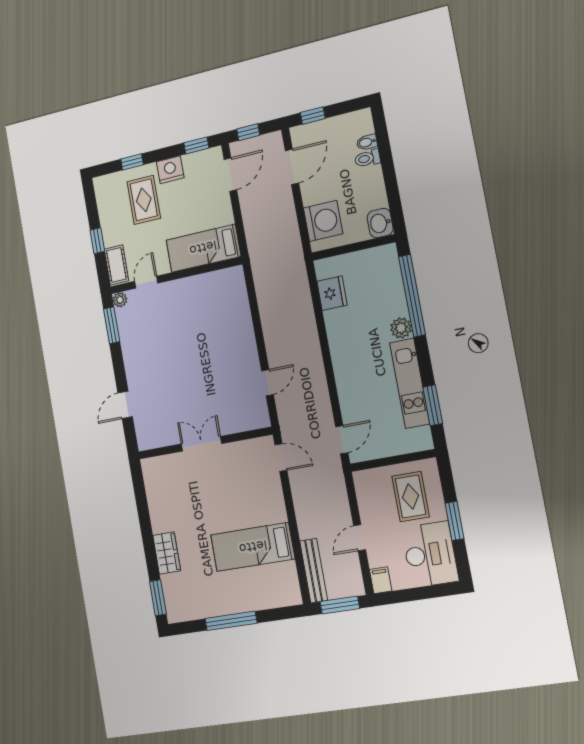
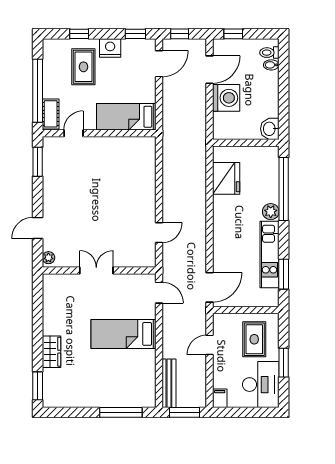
toilet: (367, 158) -> (269, 53), moved
washing machine: (323, 221) -> (226, 98), moved
window: (97, 241) -> (38, 91), width x3.17
fridge: (332, 293) -> (226, 178), width x1.36, depth x1.34
plant: (120, 300) -> (48, 258), moved
door: (342, 440) -> (209, 287), width x1.38
door: (360, 538) -> (209, 345), moved
bed: (253, 547) -> (123, 334), moved
window: (231, 621) -> (121, 412), moved

